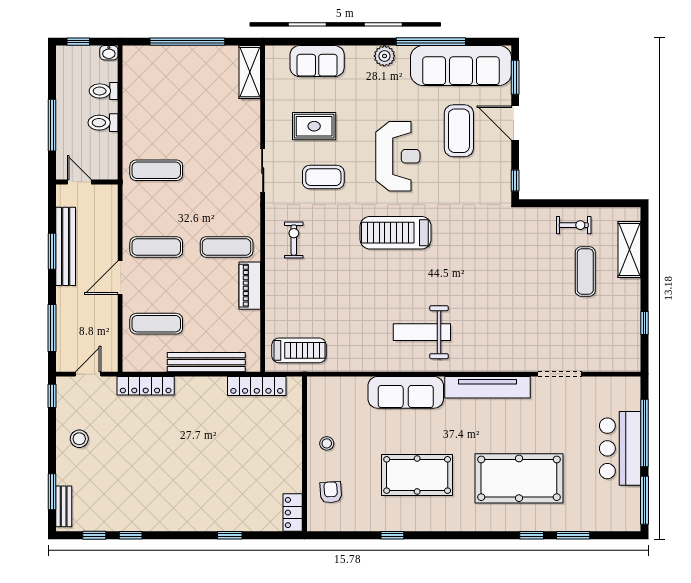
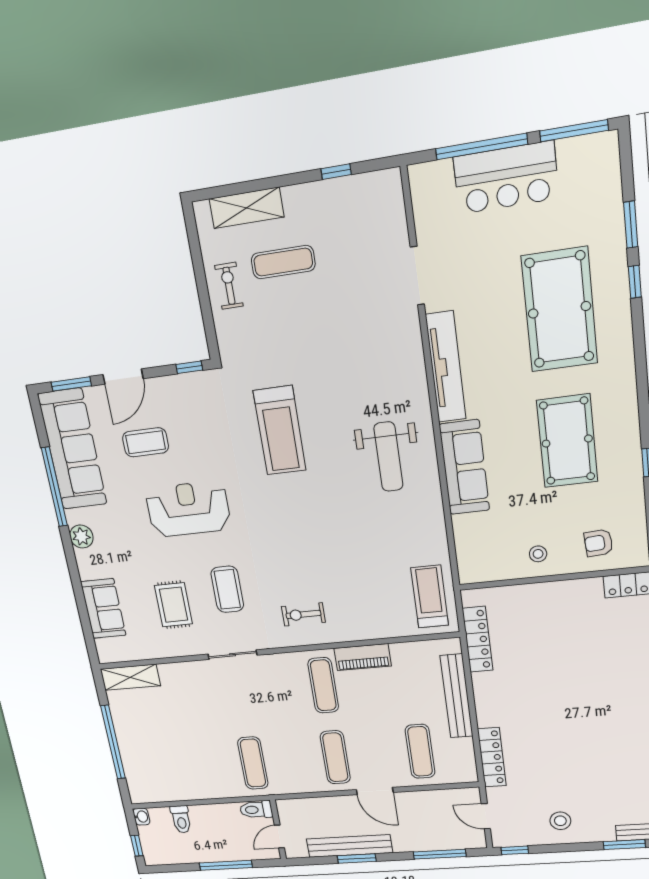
toilet: (103, 123) -> (256, 810), moved, turned 90
coffee table: (459, 131) -> (145, 442), width x0.73, depth x0.76
treadmill: (396, 233) -> (280, 430), moved

